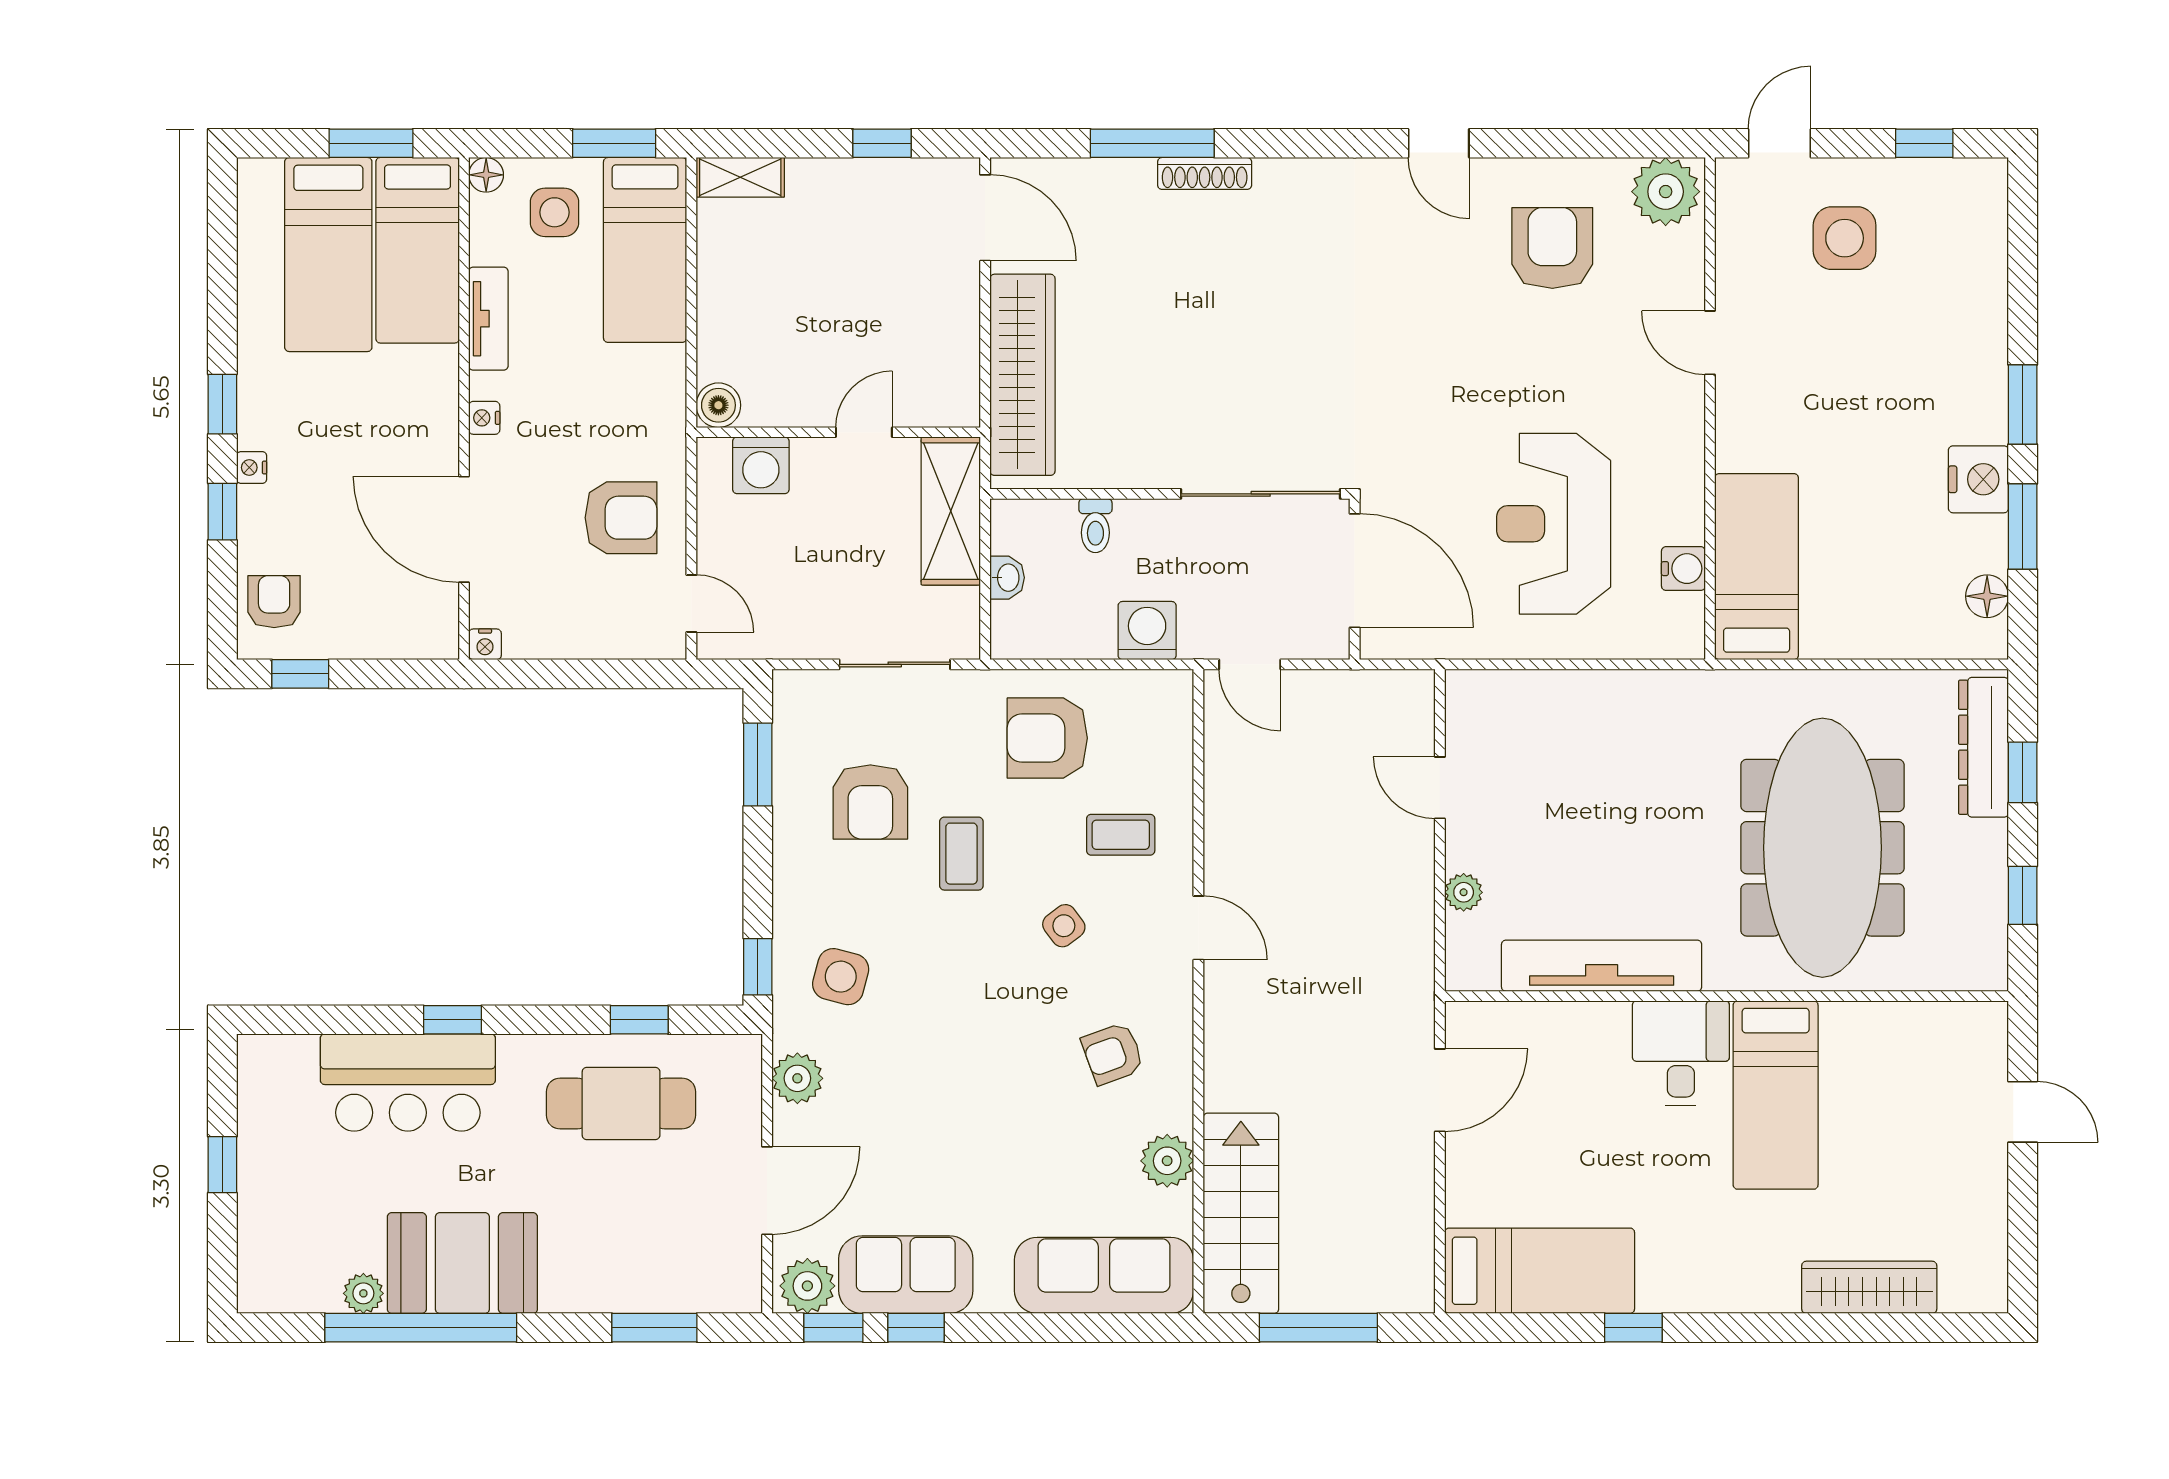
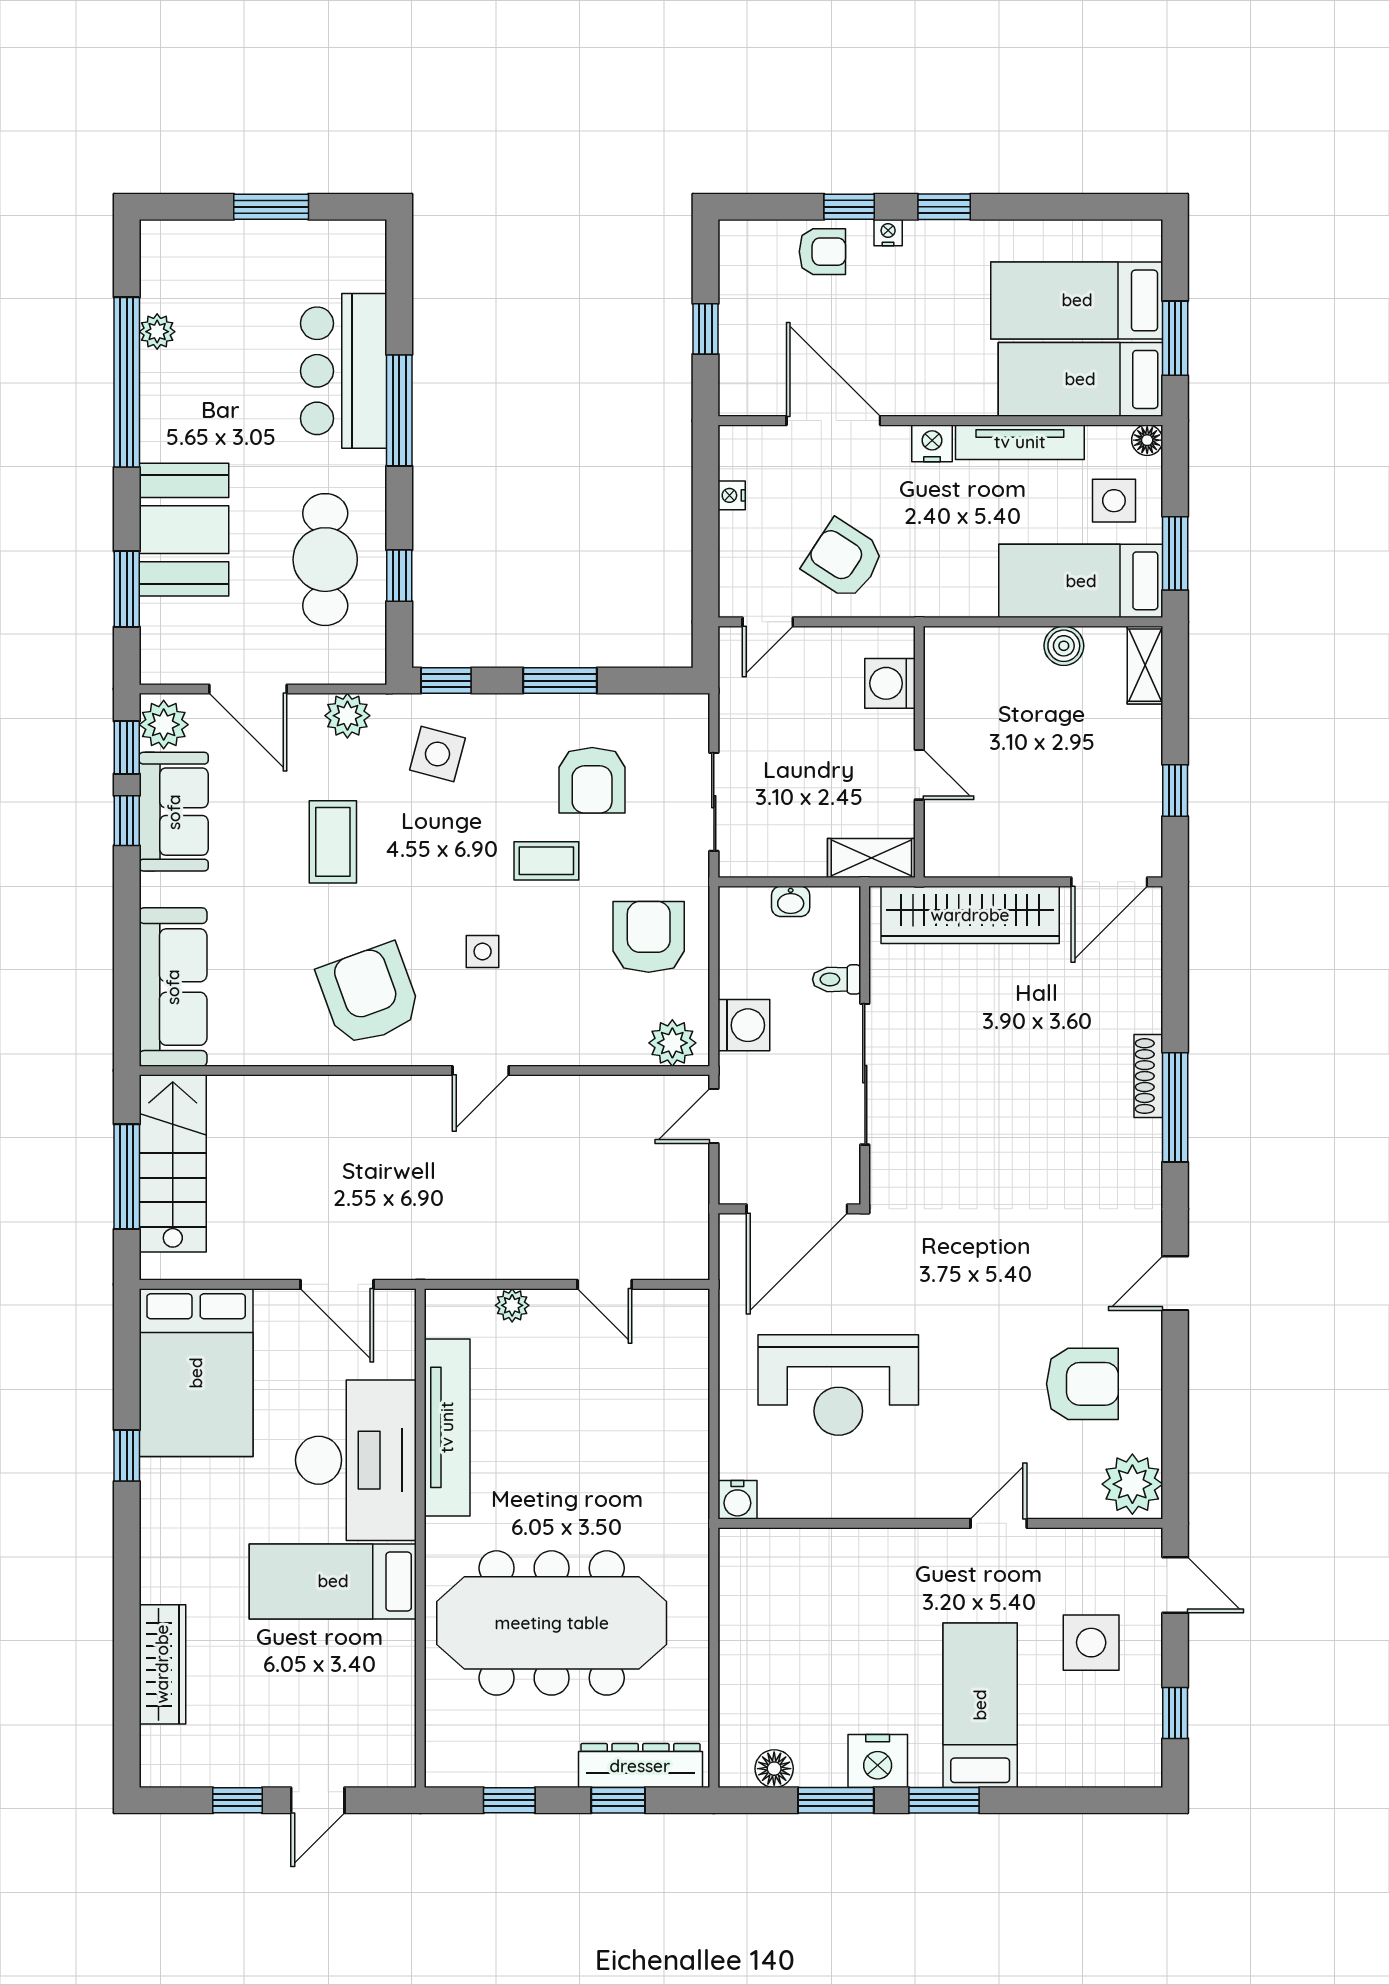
window: (1152, 143) -> (1175, 1107), moved
tv unit: (488, 319) -> (1020, 442), width x1.41
boiler: (718, 405) -> (1064, 646), moved
nightstand: (484, 418) -> (932, 443), width x1.39, depth x1.35
sliding door: (1261, 494) -> (865, 1074), moved
shelving: (951, 511) -> (871, 858), width x0.67, depth x0.75
armchair: (621, 518) -> (844, 560), turned 123
reception desk: (1554, 524) -> (838, 1385), turned 180
door: (464, 529) -> (833, 421), hinge flipped
bed: (1757, 567) -> (980, 1705), moved, turned -90
water cooler: (1683, 569) -> (737, 1500), moved
armchair: (274, 602) -> (822, 252), moved
nightstand: (485, 644) -> (732, 495), moved
window: (300, 674) -> (705, 329), moved
window: (758, 765) -> (560, 681), moved
door: (1440, 788) -> (605, 1284), swing flipped
armchair: (870, 802) -> (592, 780), turned -90
coffee table: (1121, 835) -> (333, 842), moved, width x1.36, depth x1.30
side table: (1064, 926) -> (483, 951), turned 37
window: (452, 1020) -> (399, 410), width x2.17
desk: (1681, 1053) -> (356, 1460), width x1.87, depth x1.30
armchair: (1113, 1054) -> (369, 995), width x1.88, depth x1.88
plant: (1167, 1161) -> (672, 1043), moved
window: (222, 1165) -> (271, 207), width x1.50
window: (2023, 1203) -> (237, 1800), added
stairs: (1241, 1213) -> (173, 1163), moved, turned -90
booth: (462, 1263) -> (184, 530), moved
bed: (1540, 1271) -> (196, 1373), width x1.50

